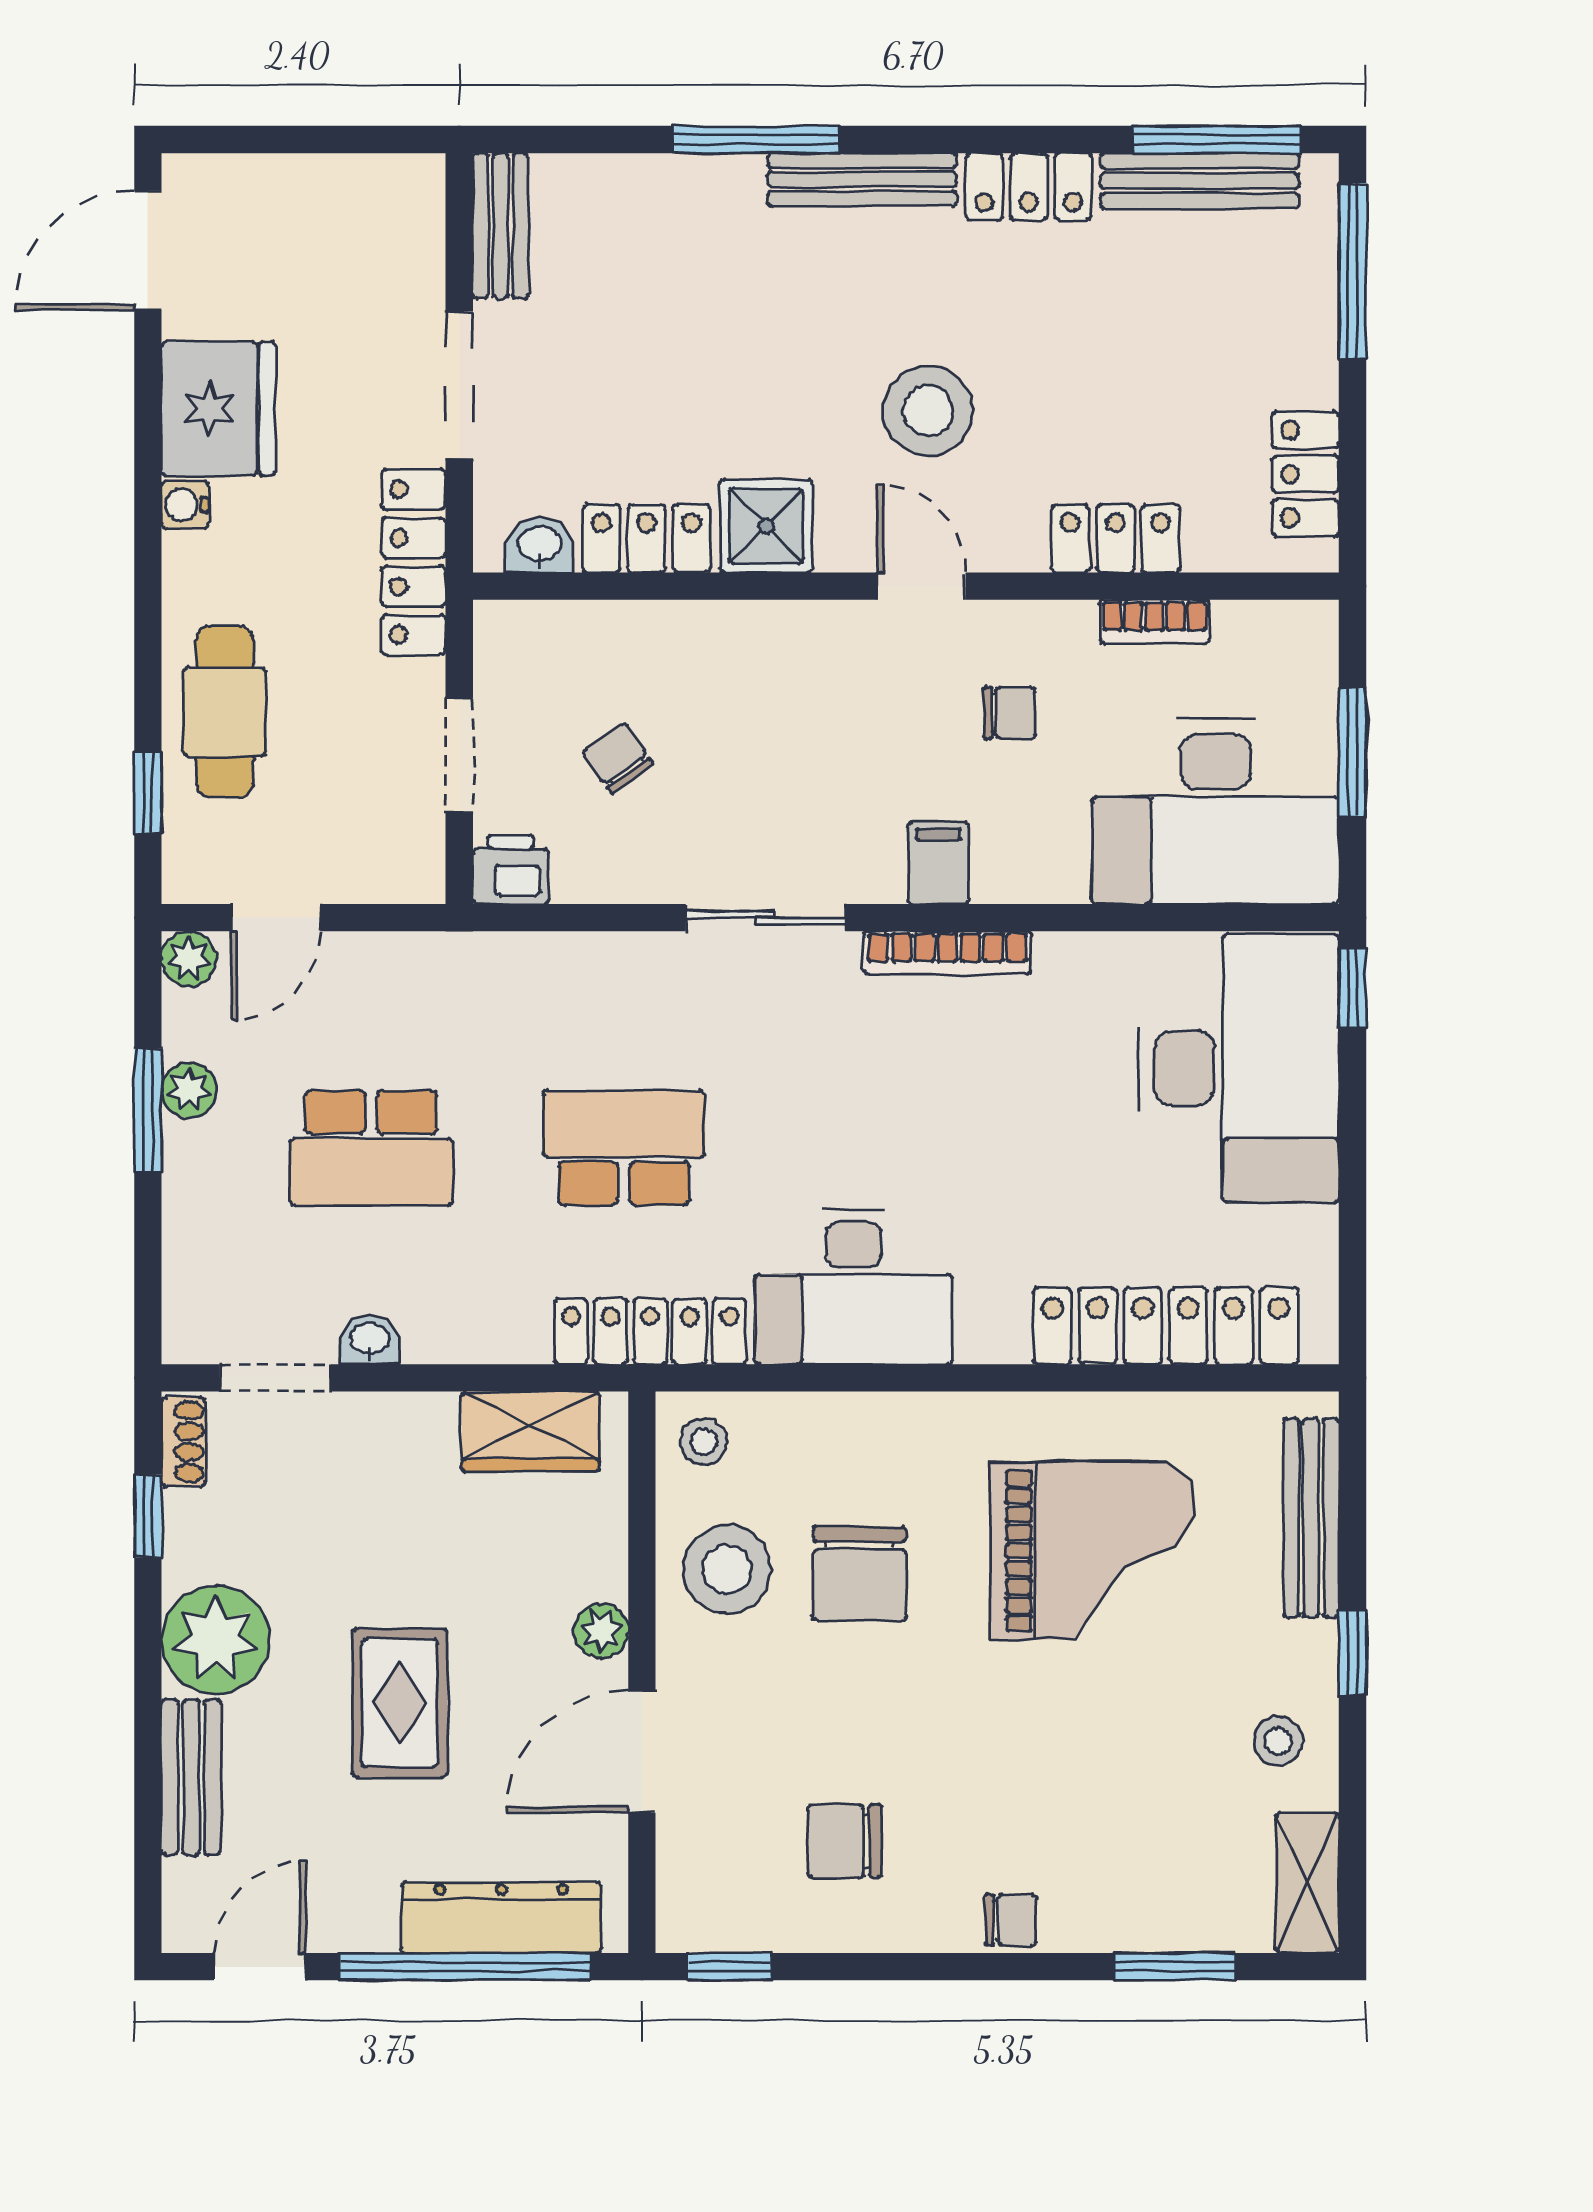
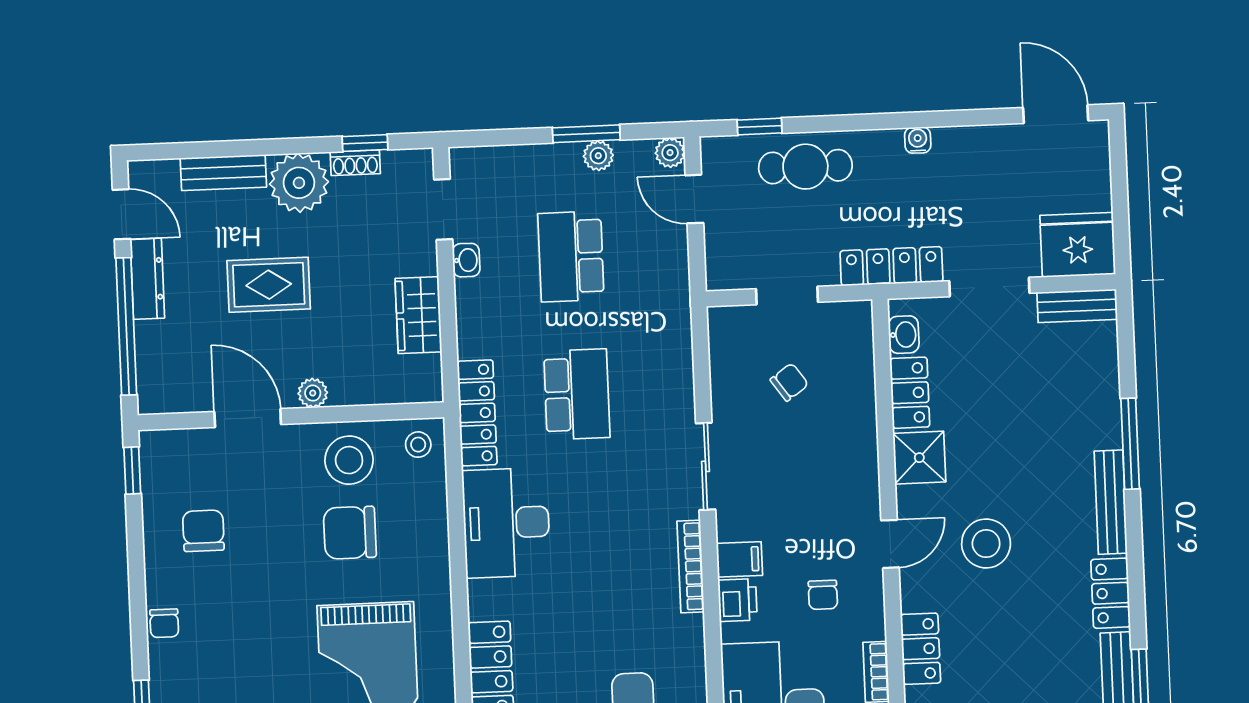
fridge: (218, 409) -> (1078, 245), moved, turned 180
printer: (511, 870) -> (737, 600), moved
wardrobe: (530, 1431) -> (418, 315), moved
shoe rack: (183, 1442) -> (355, 163), moved
dresser: (501, 1917) -> (147, 279), moved, width x0.73, depth x0.80

